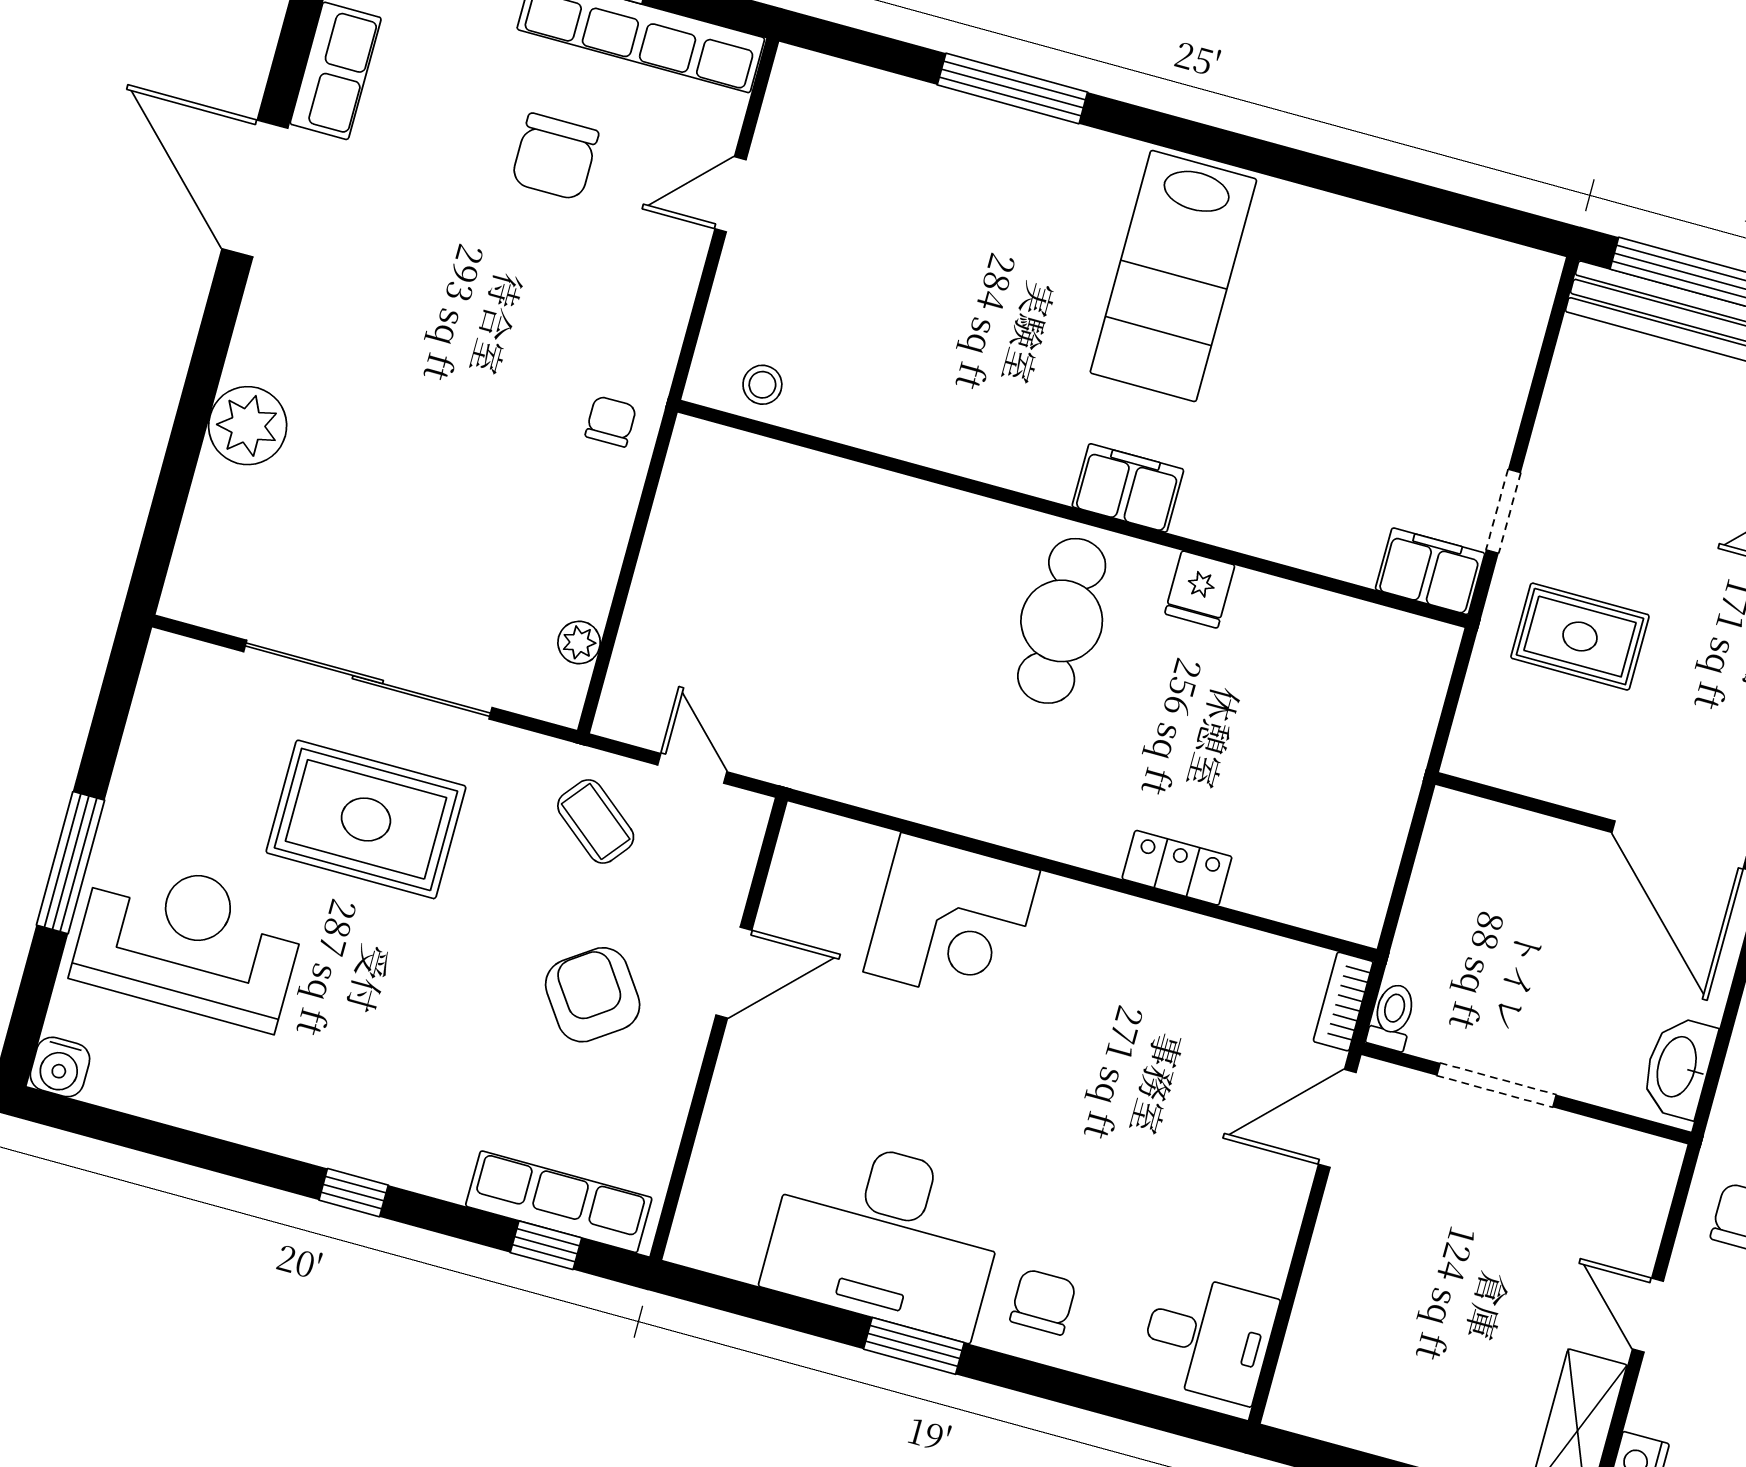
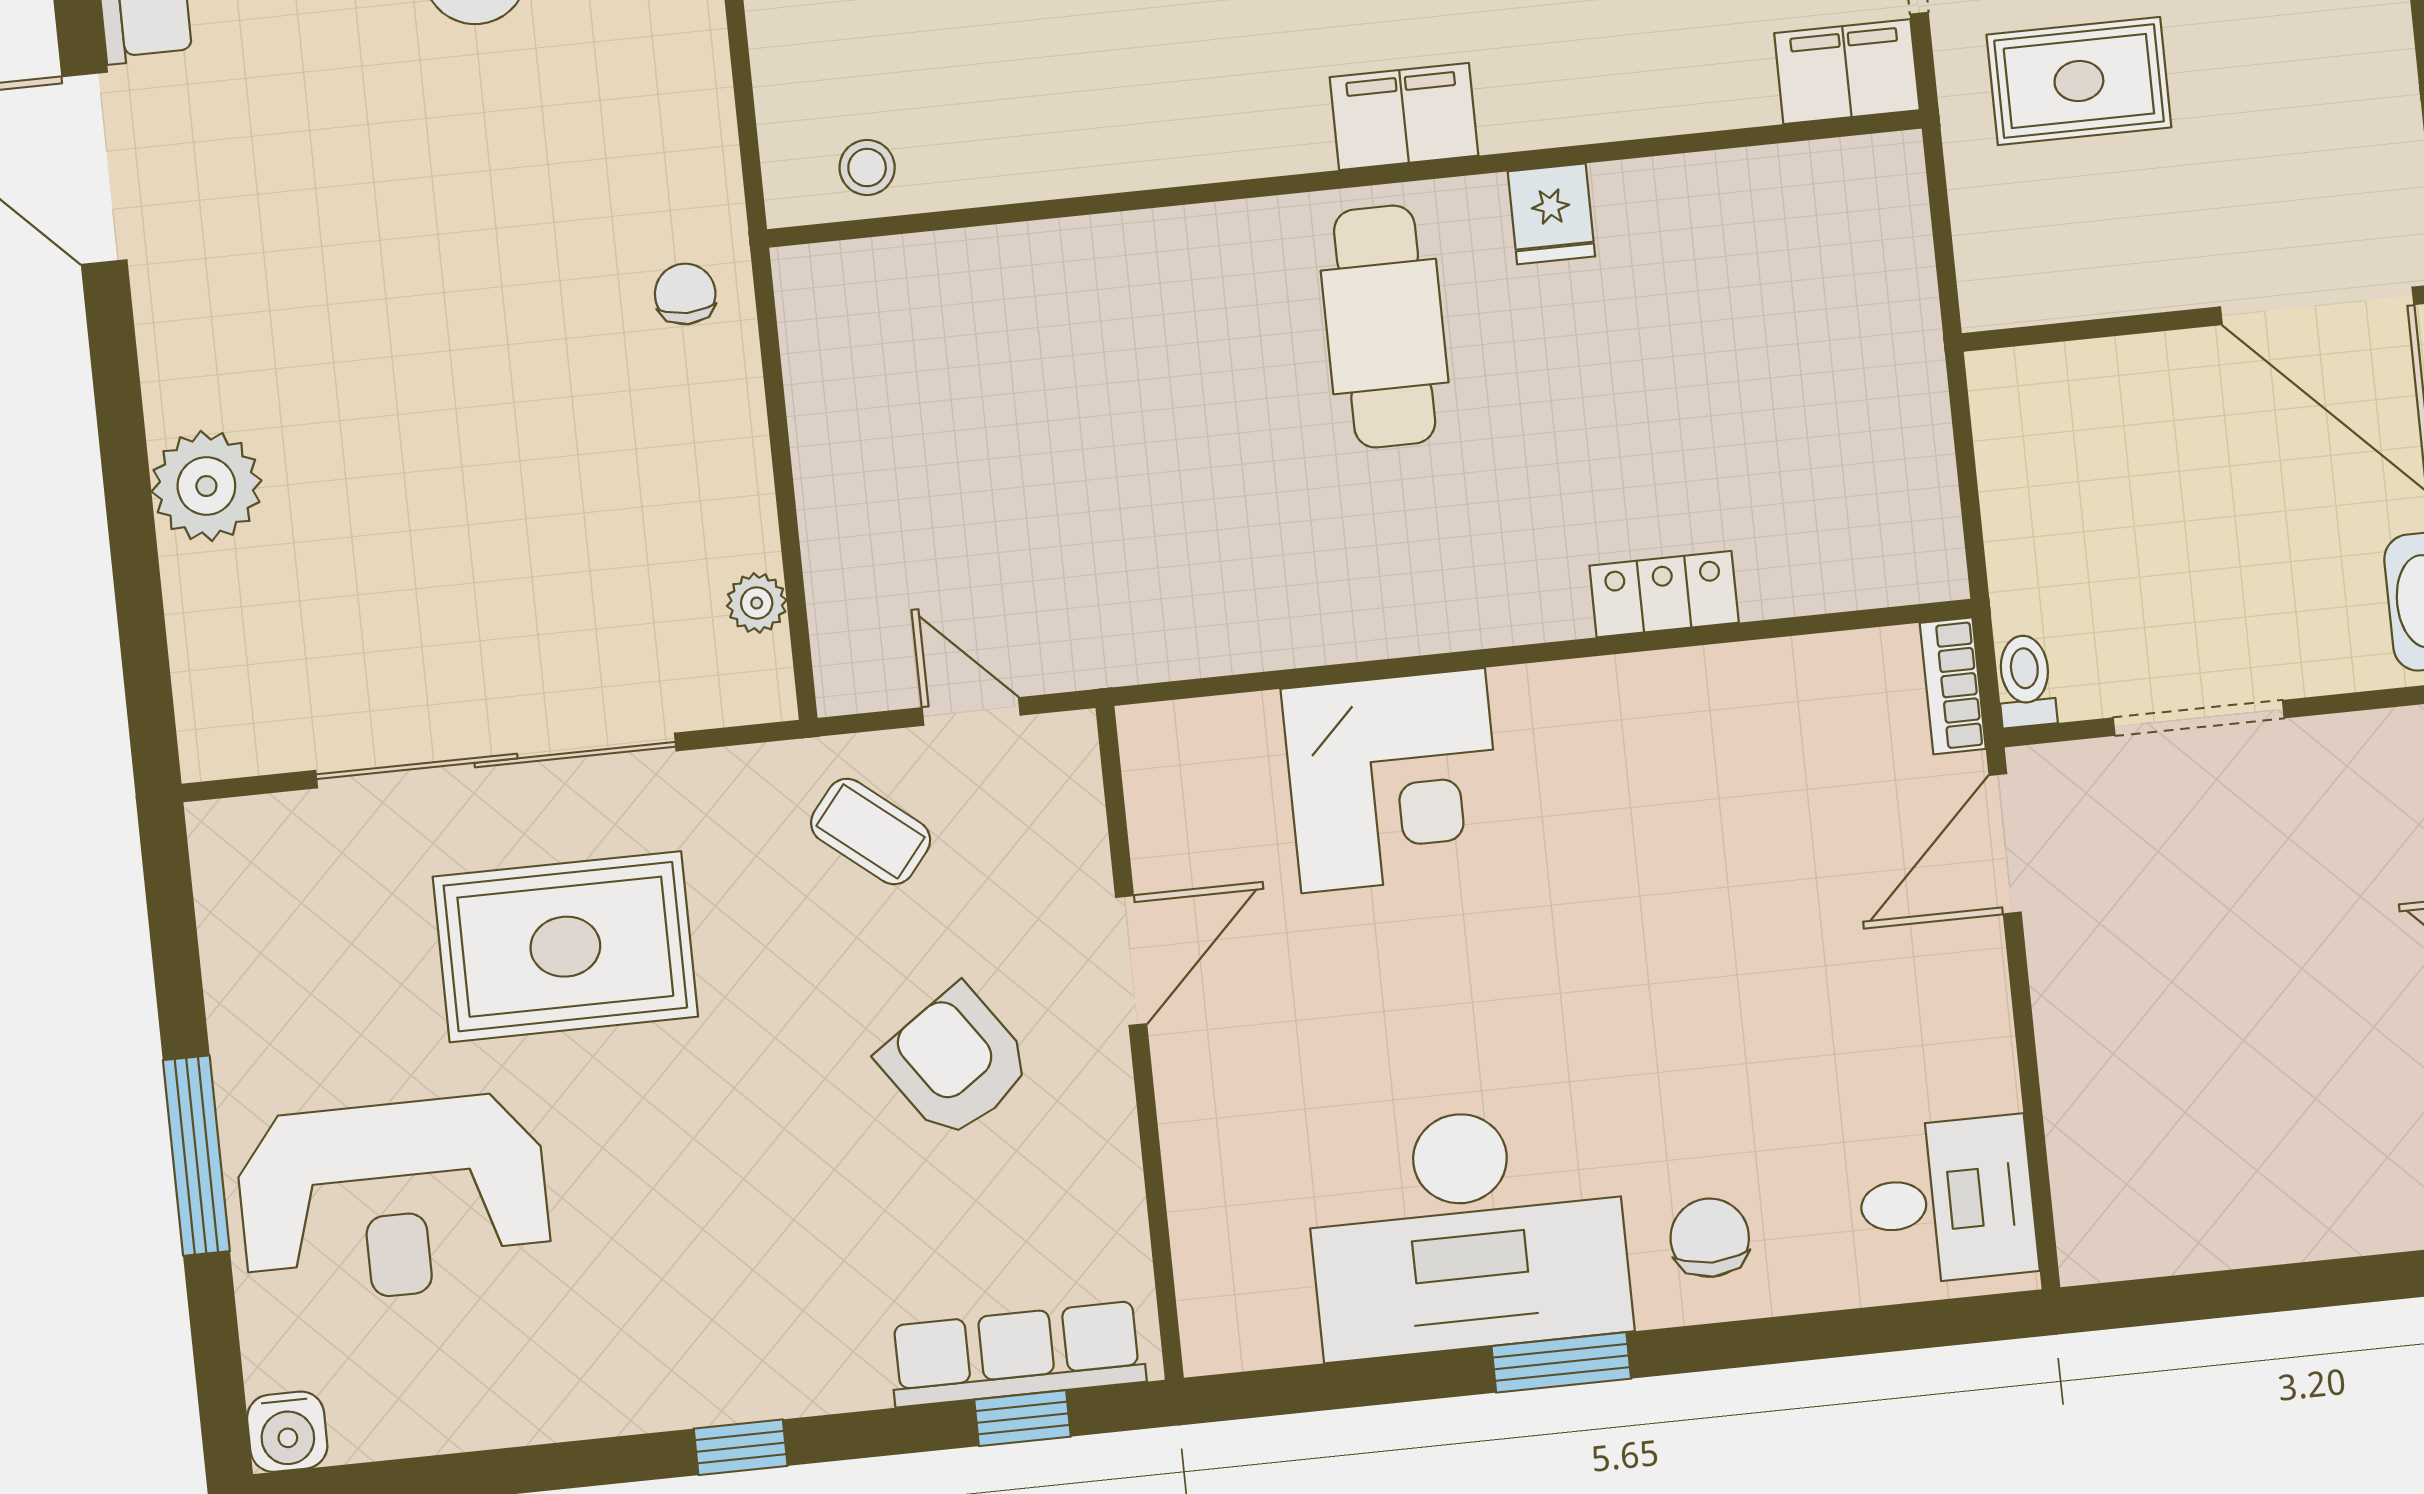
reception desk: (189, 942) -> (393, 1200), turned 180

